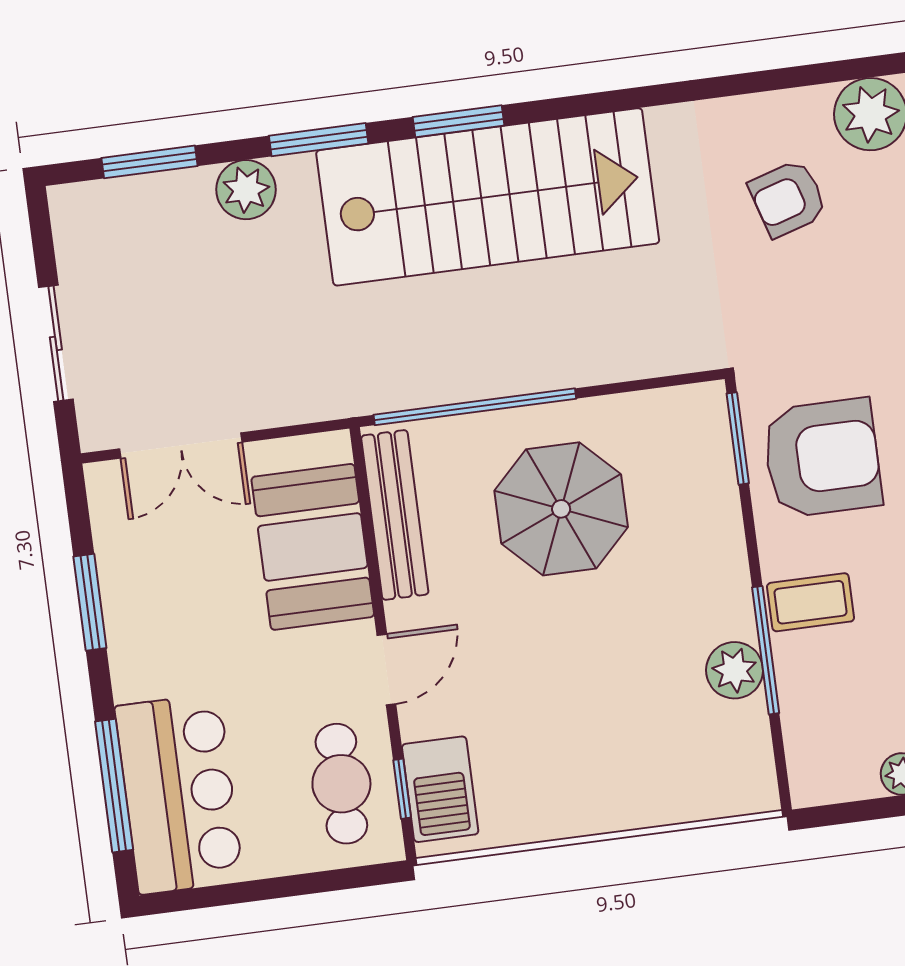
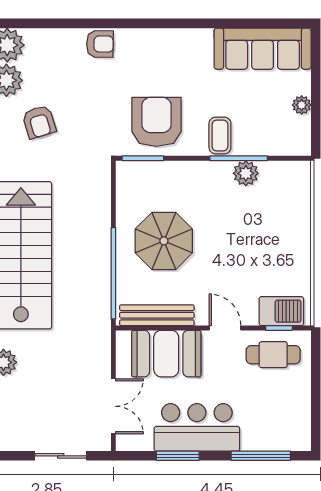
bar counter: (179, 794) -> (197, 427), moved

